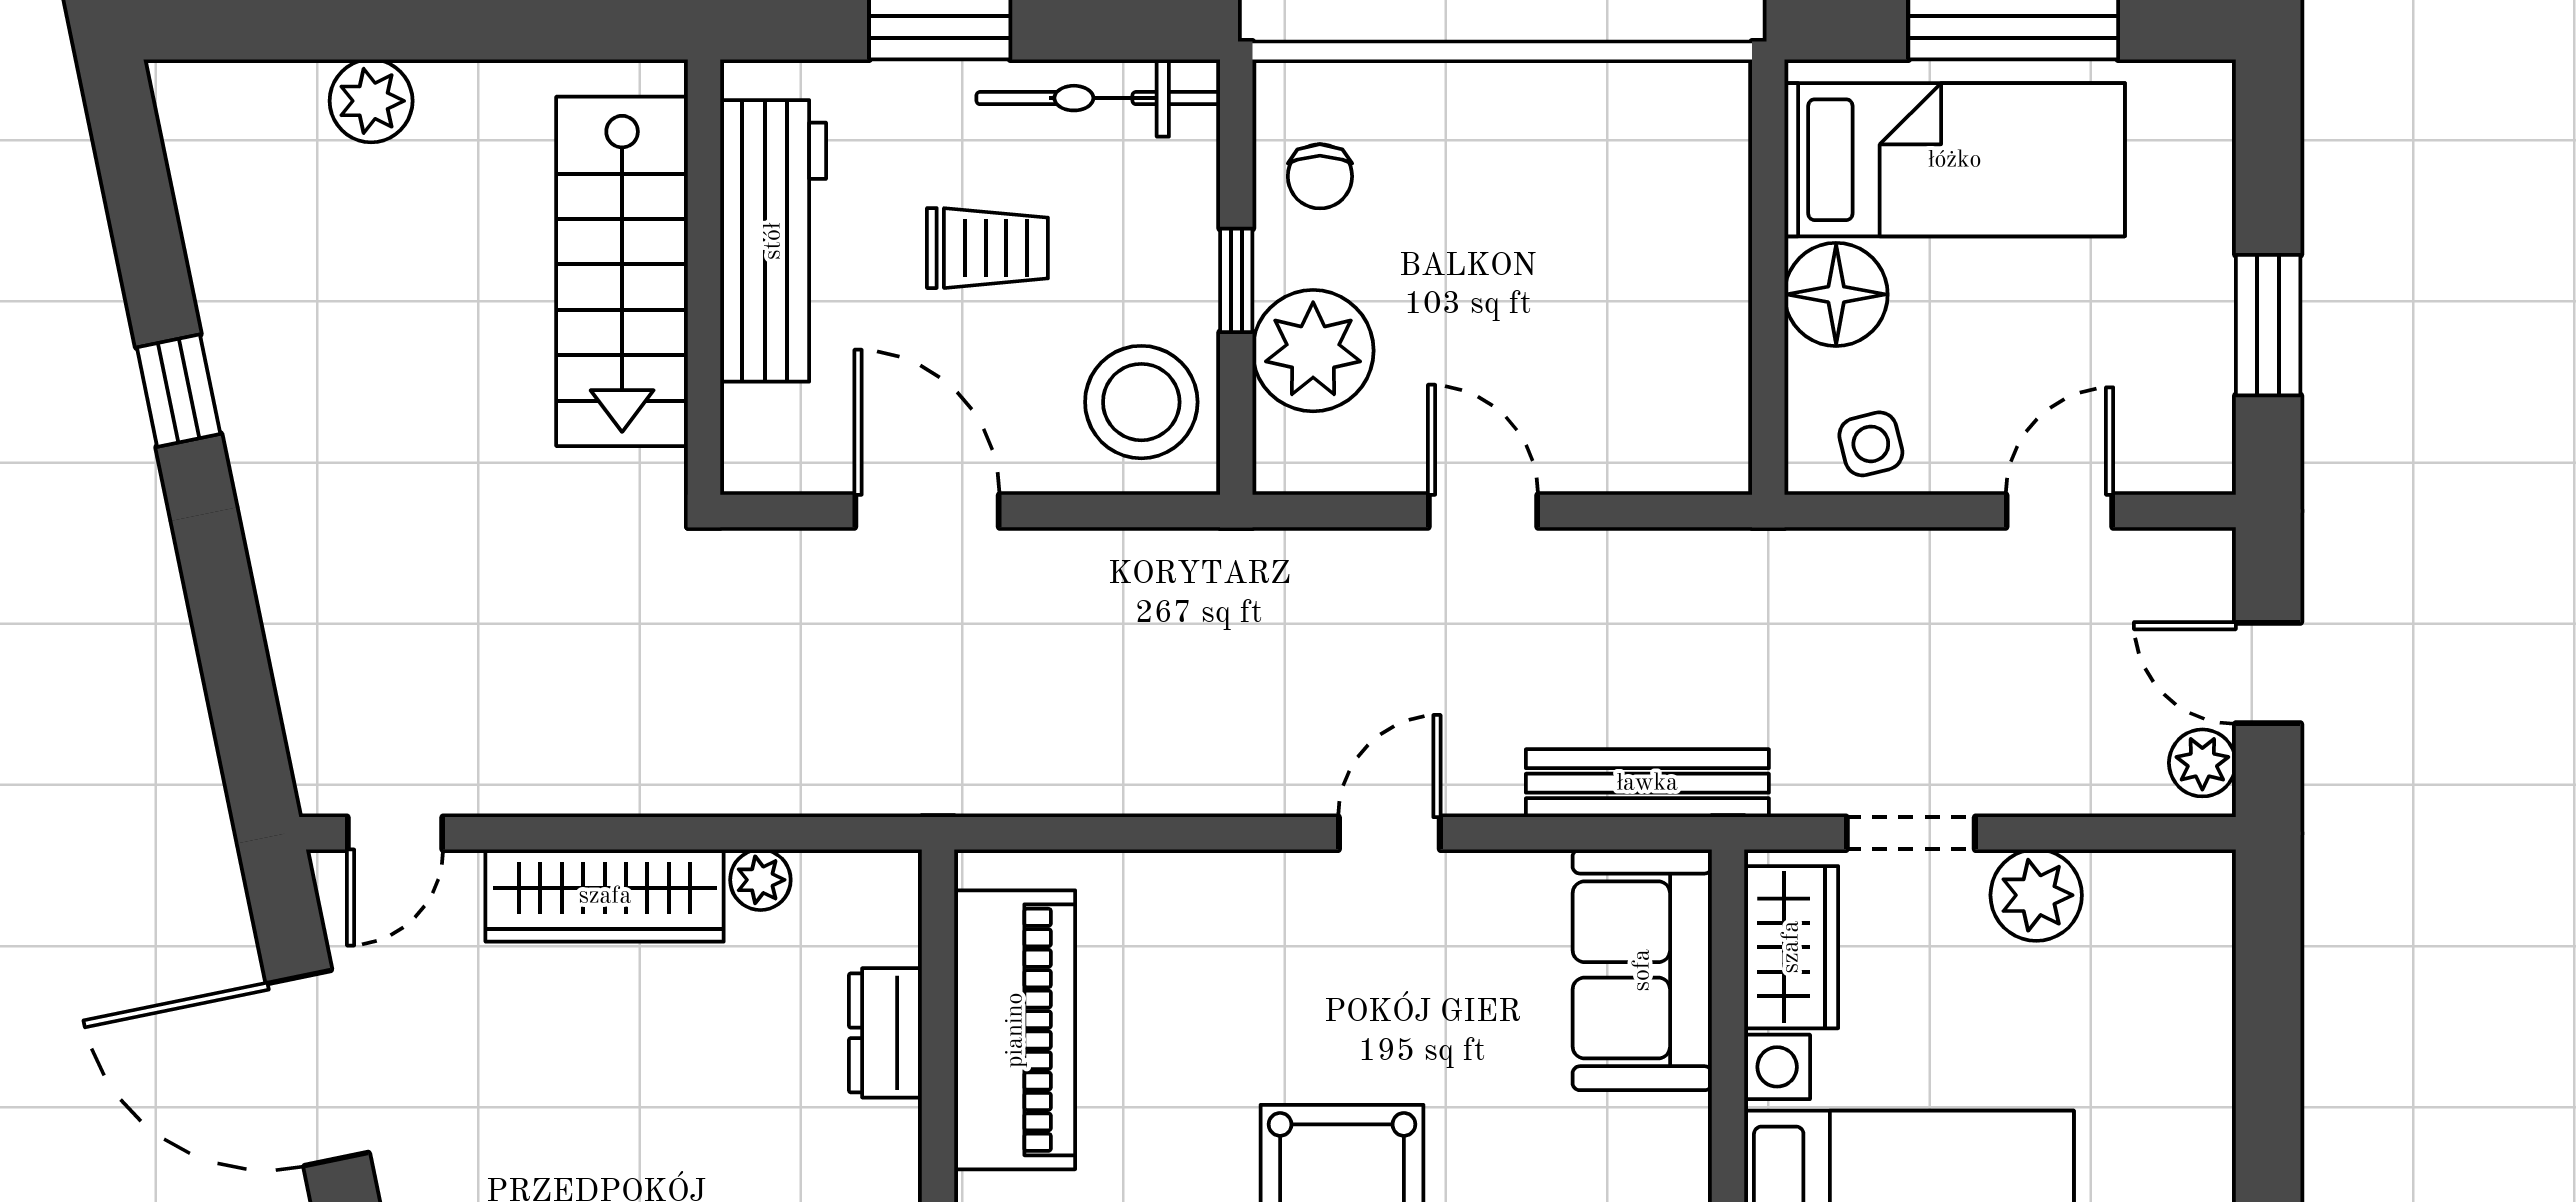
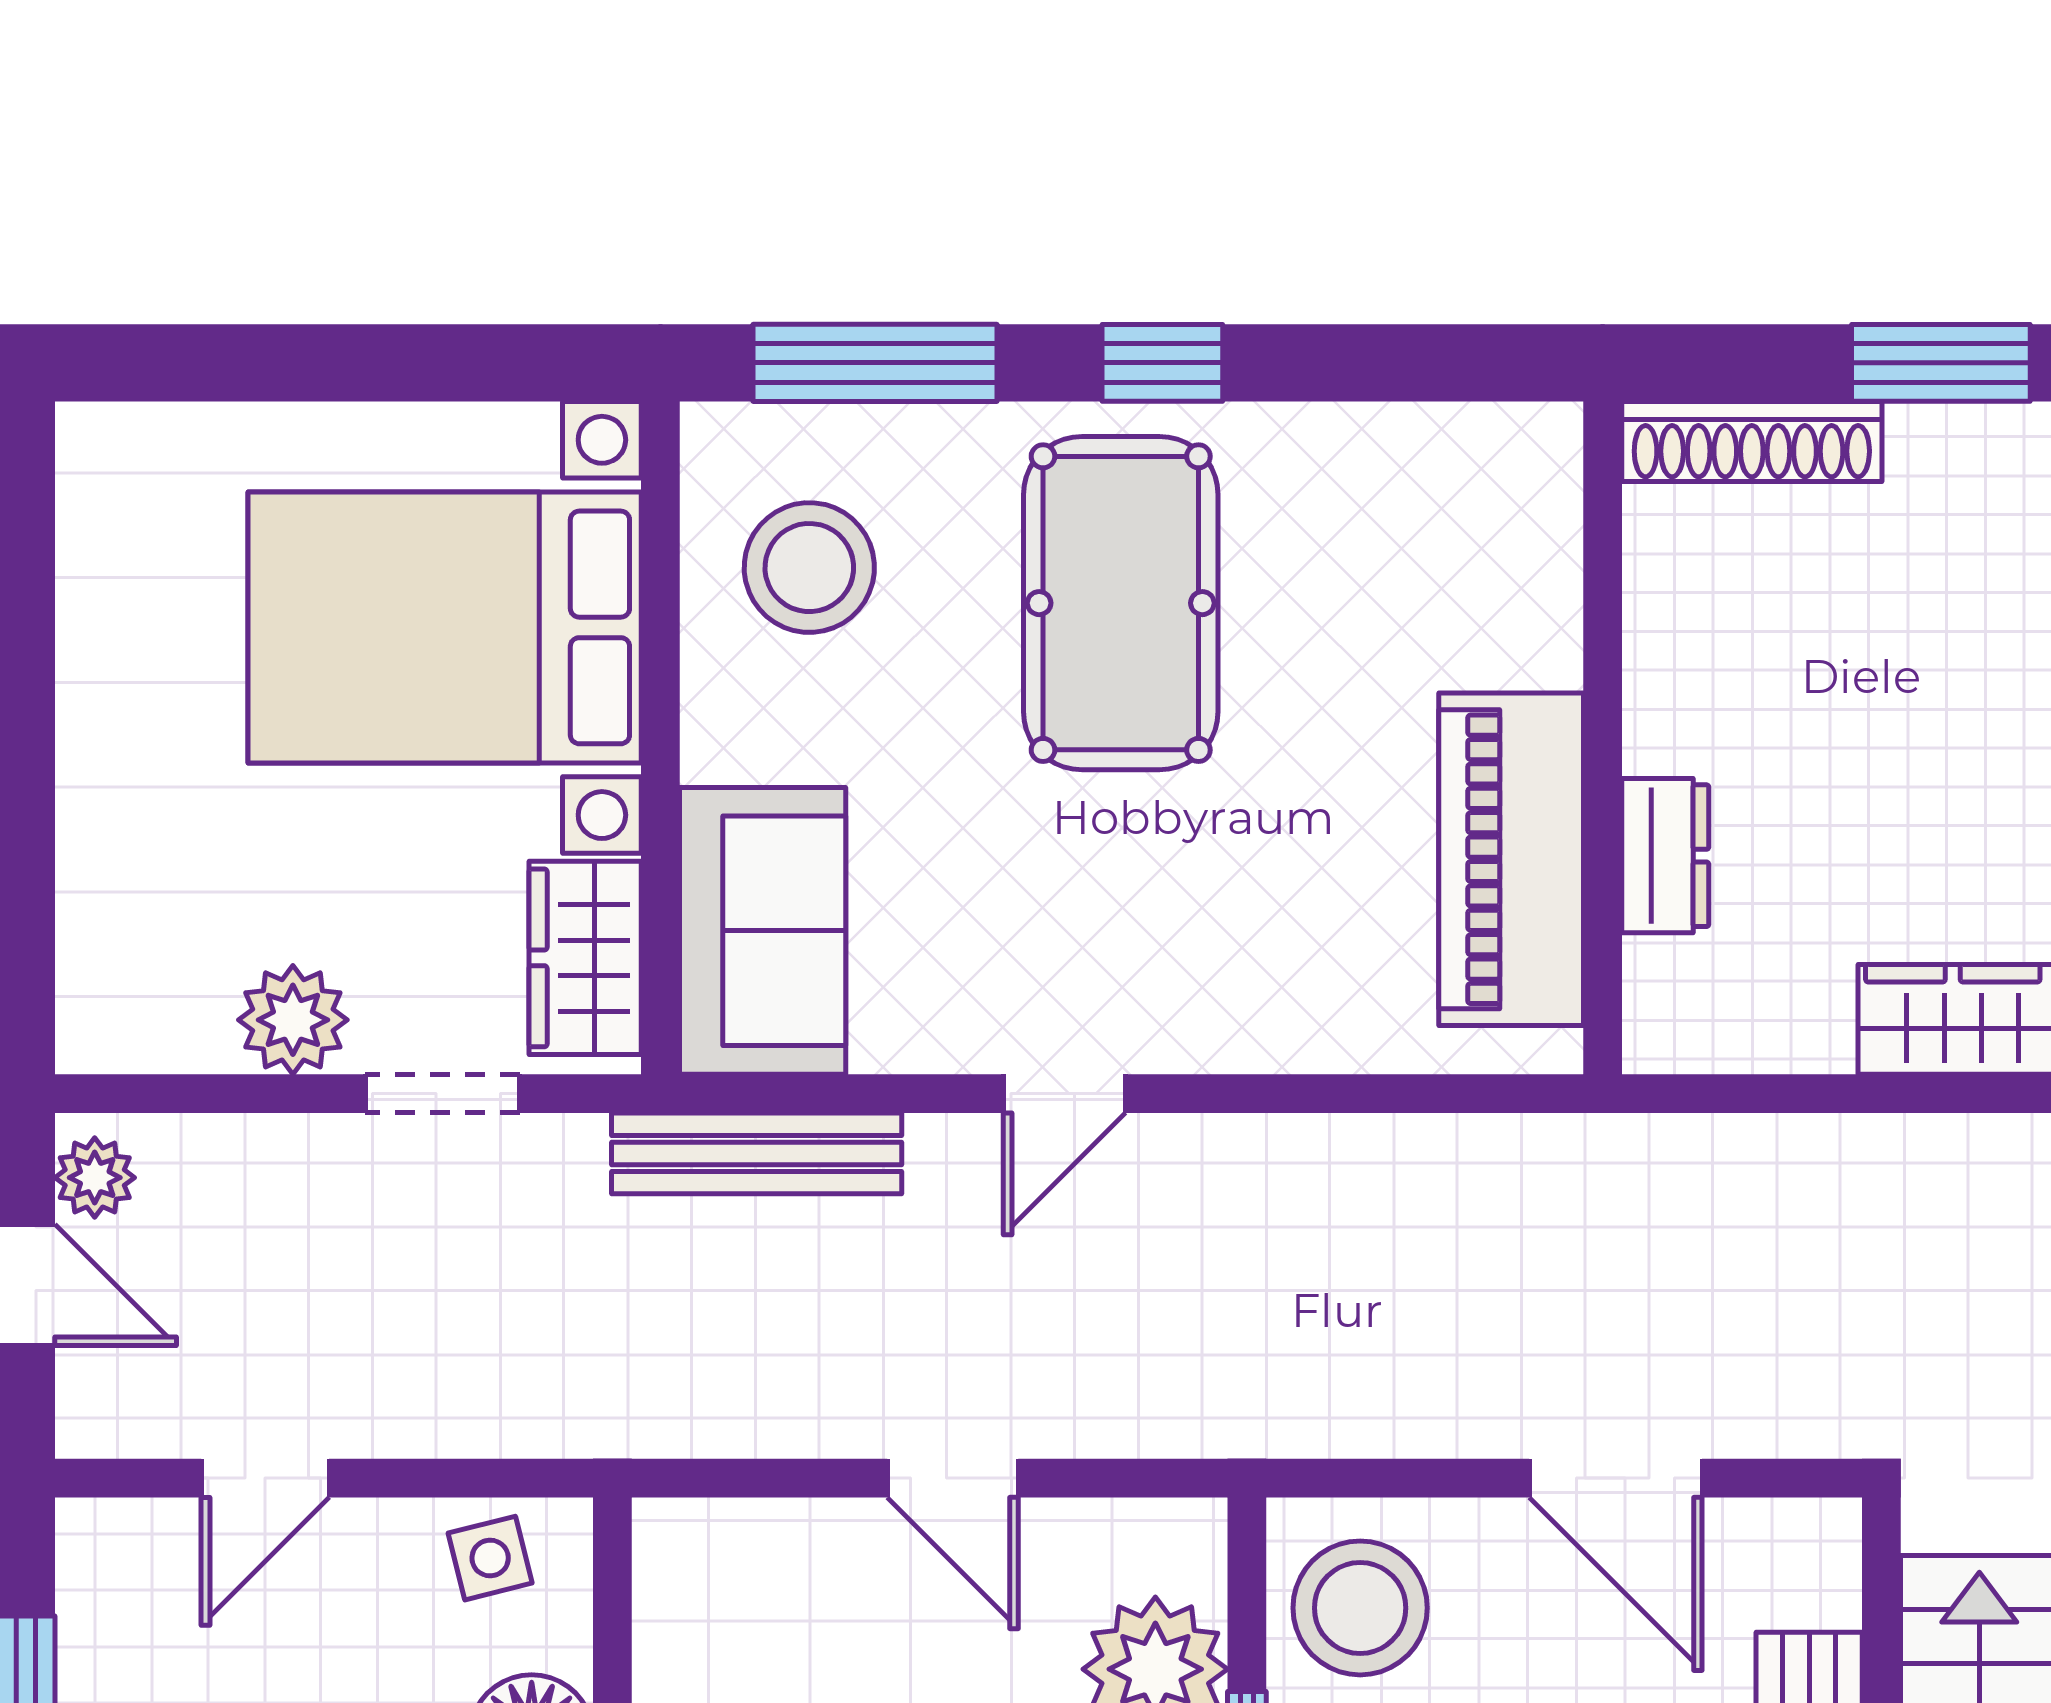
plant: (760, 880) -> (1814, 1038), removed

